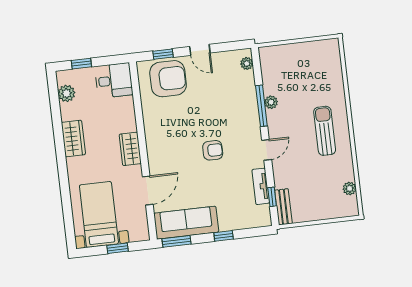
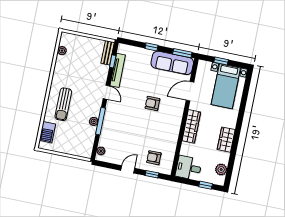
door: (200, 50) -> (128, 169), hinge flipped
barbecue: (332, 65) -> (47, 132), added
armchair: (168, 79) -> (154, 158), width x0.53, depth x0.53
sun lounger: (325, 131) -> (63, 104), moved
wardrobe: (130, 149) -> (191, 126), width x1.50
armchair: (213, 150) -> (152, 103), moved
door: (267, 150) -> (106, 92), swing flipped
tv unit: (261, 186) -> (118, 70), width x1.41

